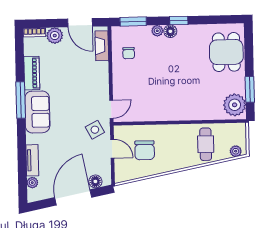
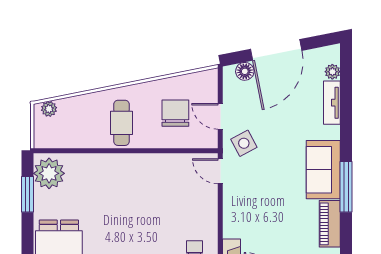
door: (111, 109) -> (220, 171), hinge flipped
cafe table: (206, 144) -> (121, 123), moved

